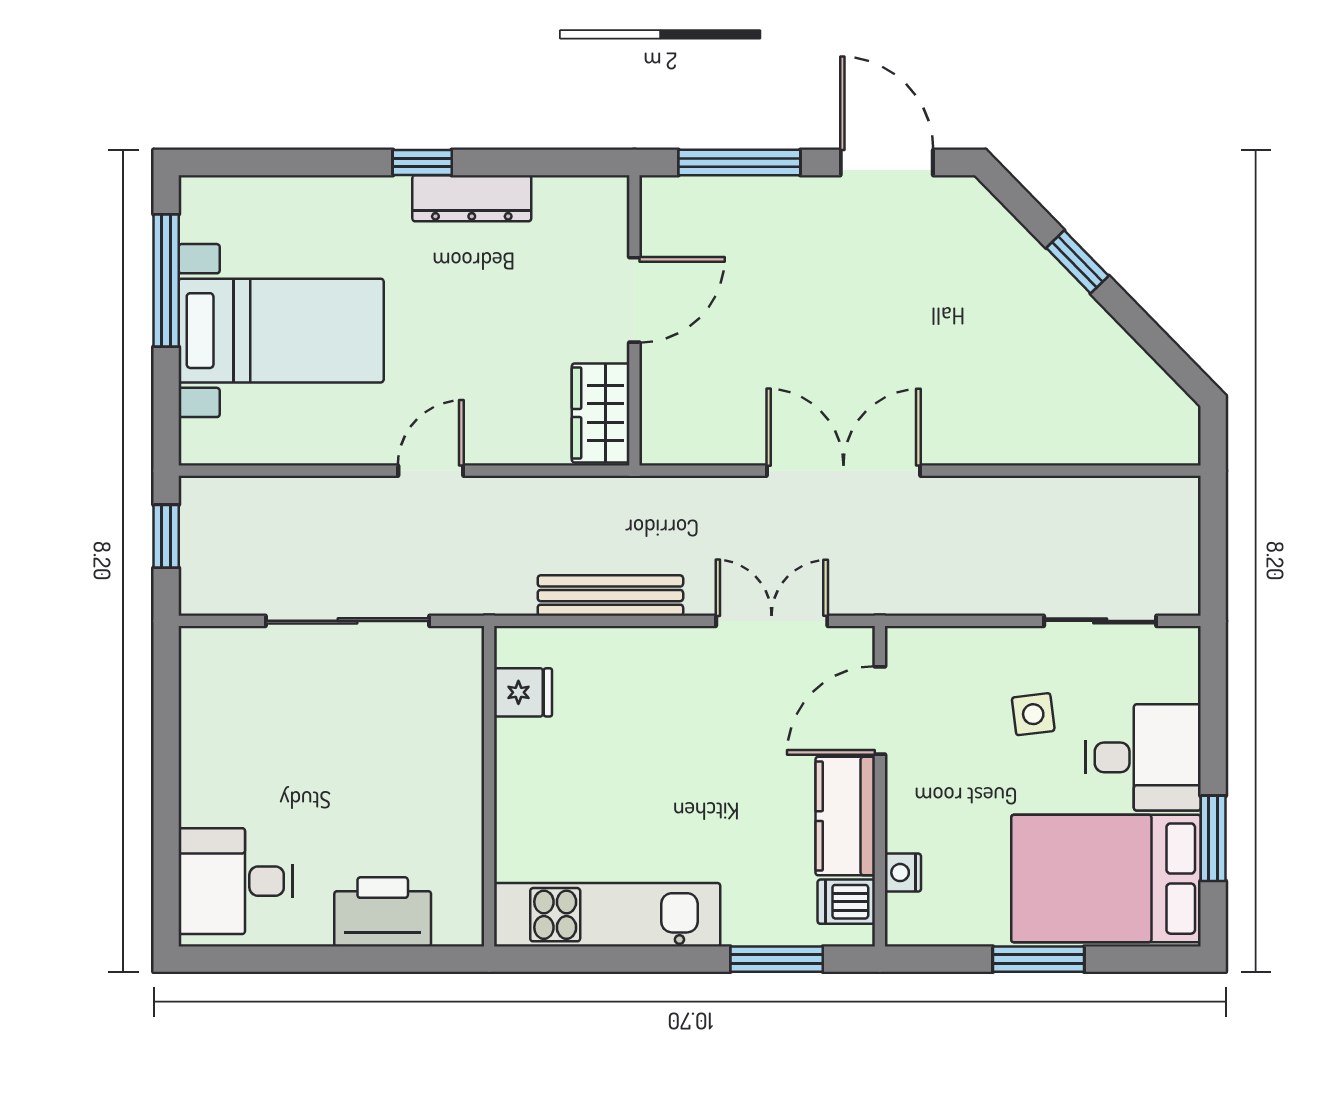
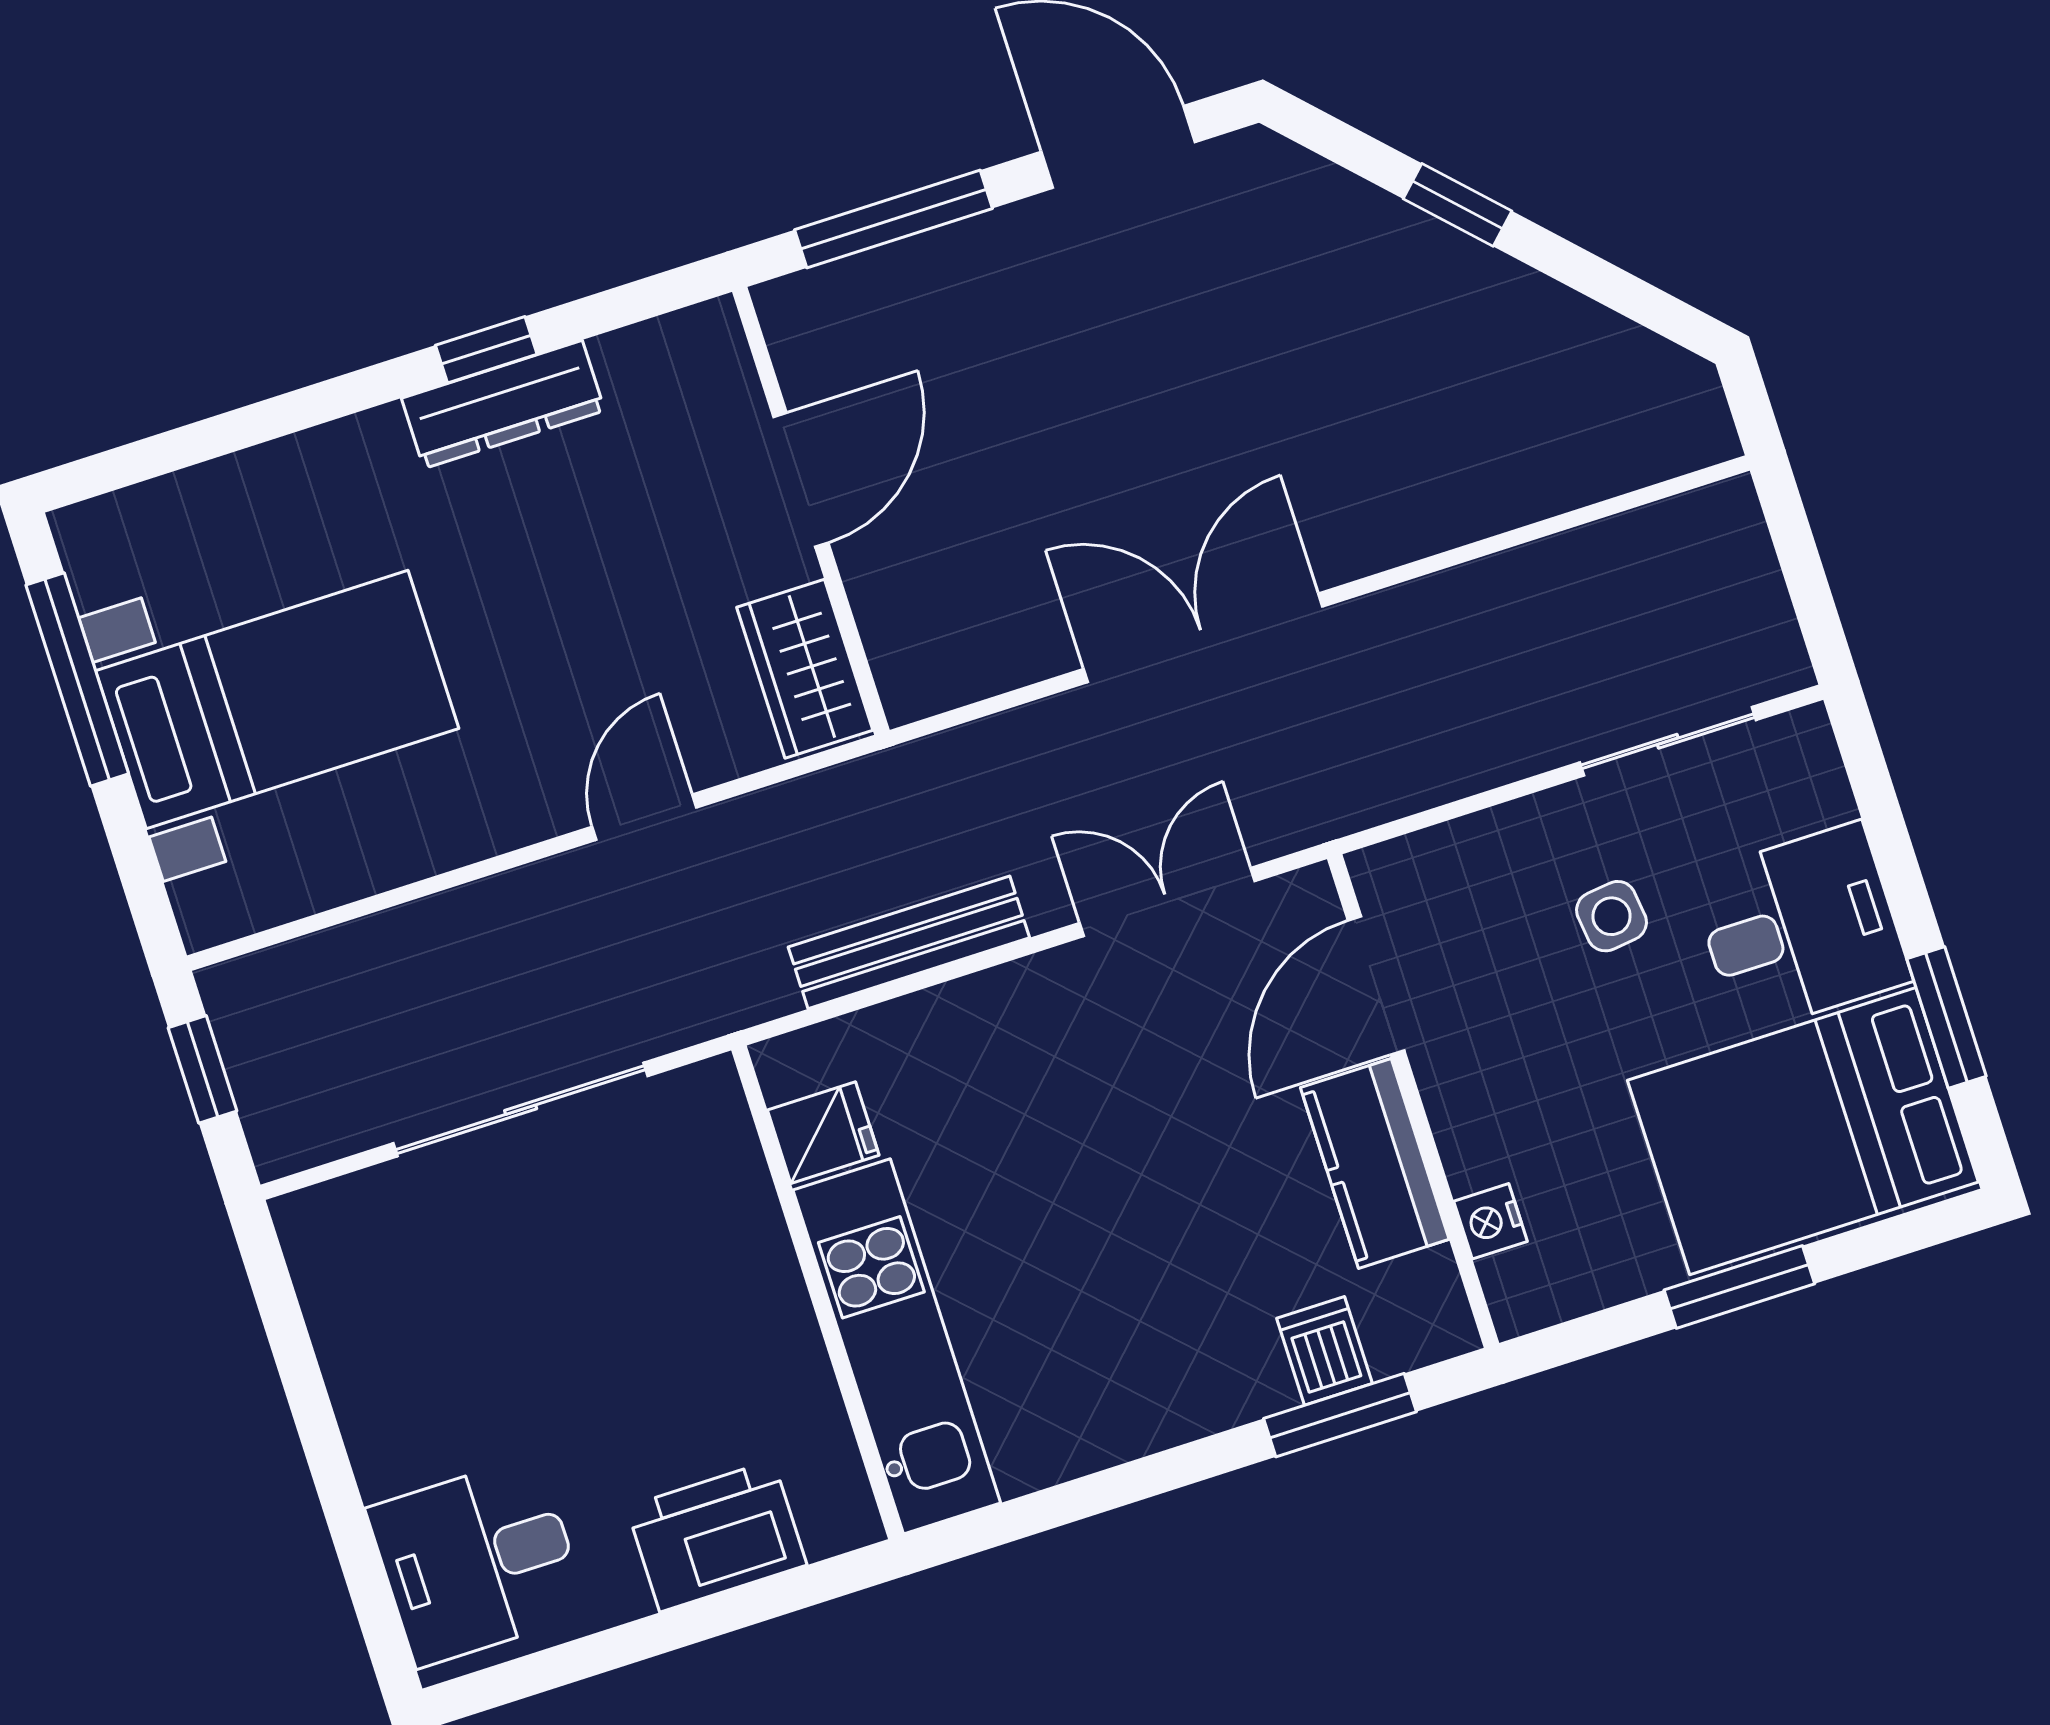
window: (422, 163) -> (486, 350), moved
door: (431, 471) -> (644, 817), moved
dishwasher: (846, 902) -> (1324, 1351), moved, turned 90
kitchen unit: (607, 915) -> (897, 1346), moved, turned 90

